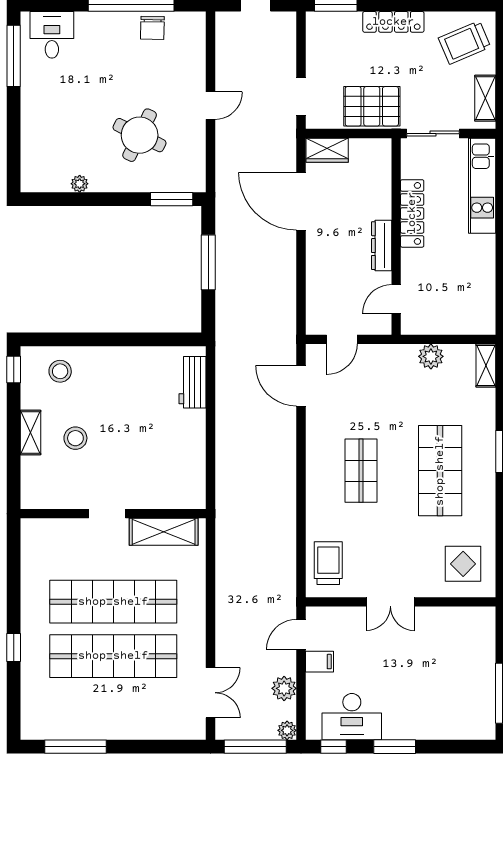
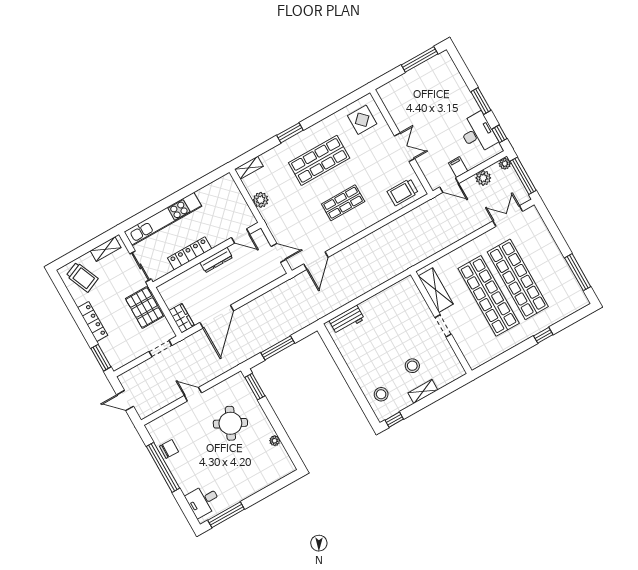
kitchen unit: (482, 186) -> (163, 219), width x1.36

